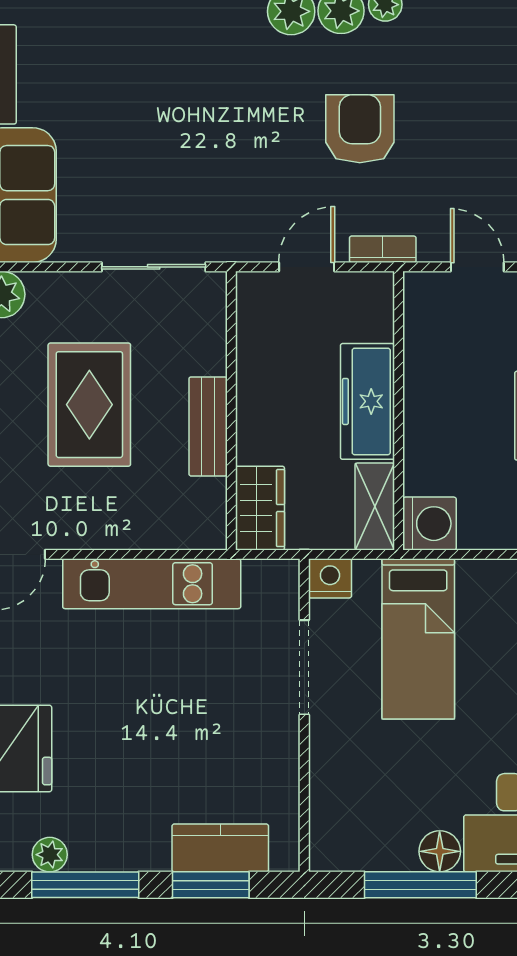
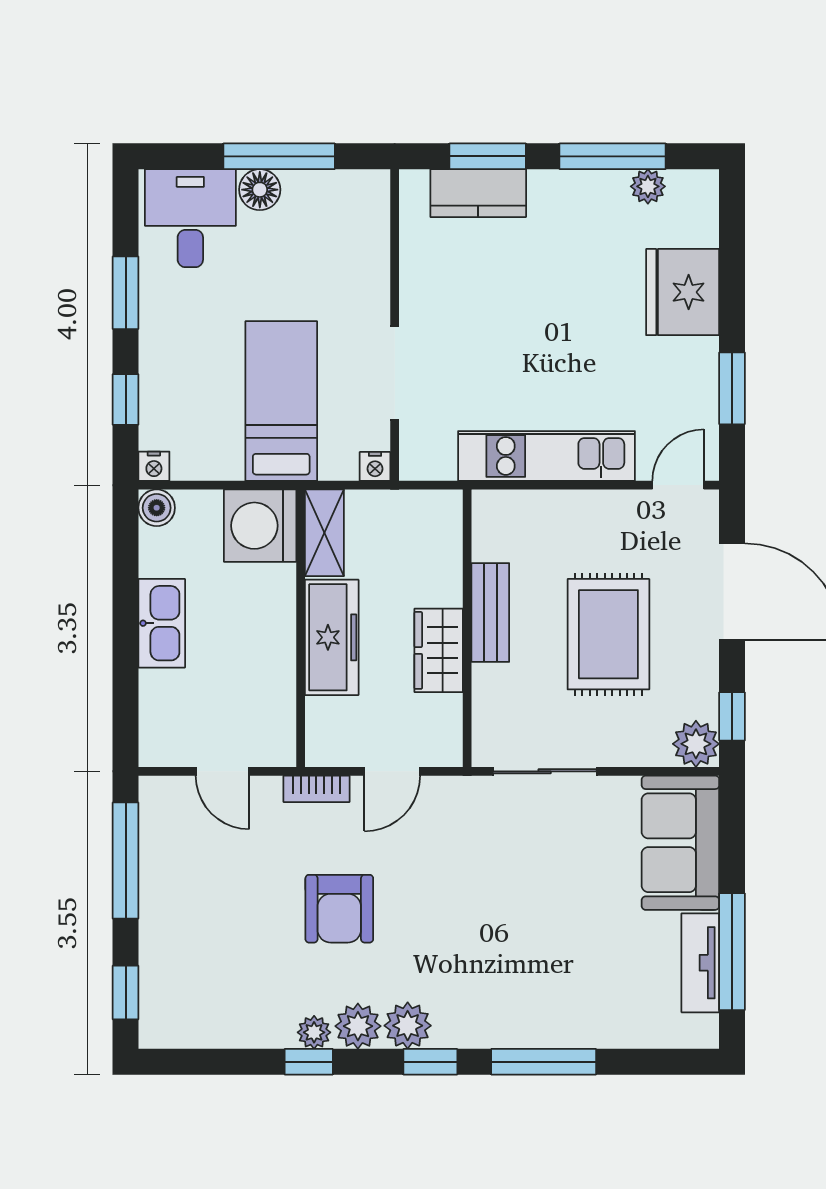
wardrobe: (260, 508) -> (439, 650), moved
washing machine: (430, 524) -> (260, 526), width x1.37, depth x1.37
nightstand: (330, 578) -> (375, 466), width x0.72, depth x0.74

